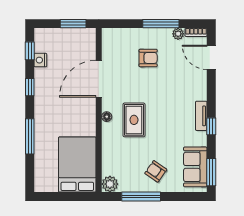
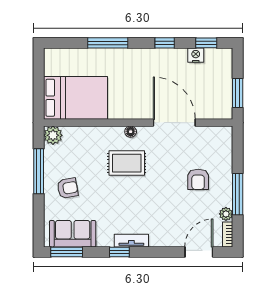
armchair: (156, 171) -> (68, 188), turned 45

